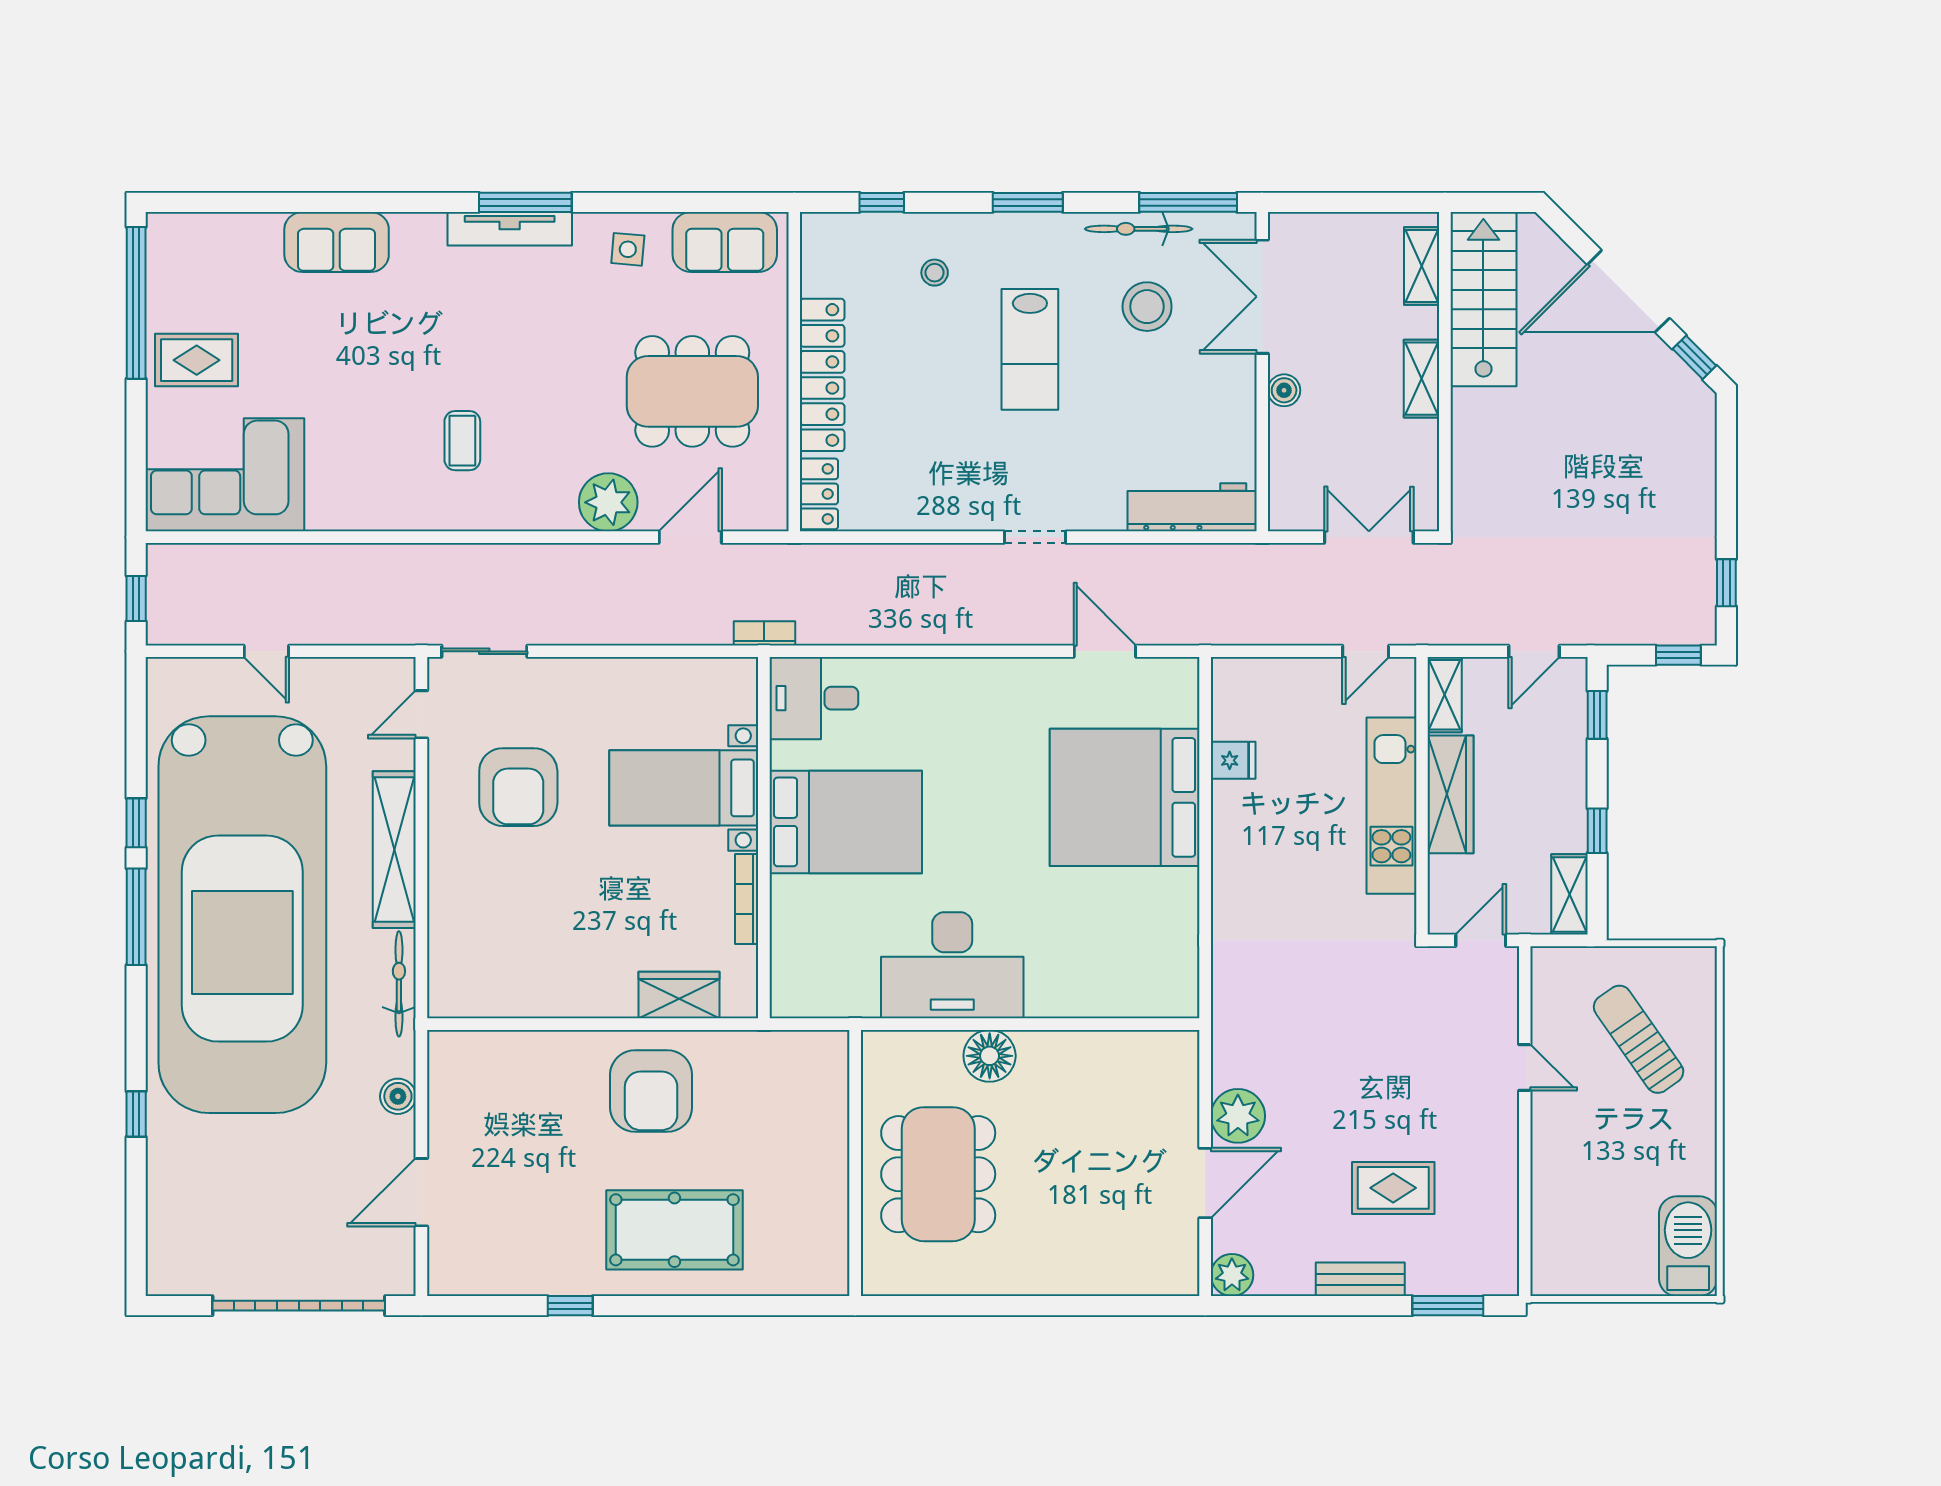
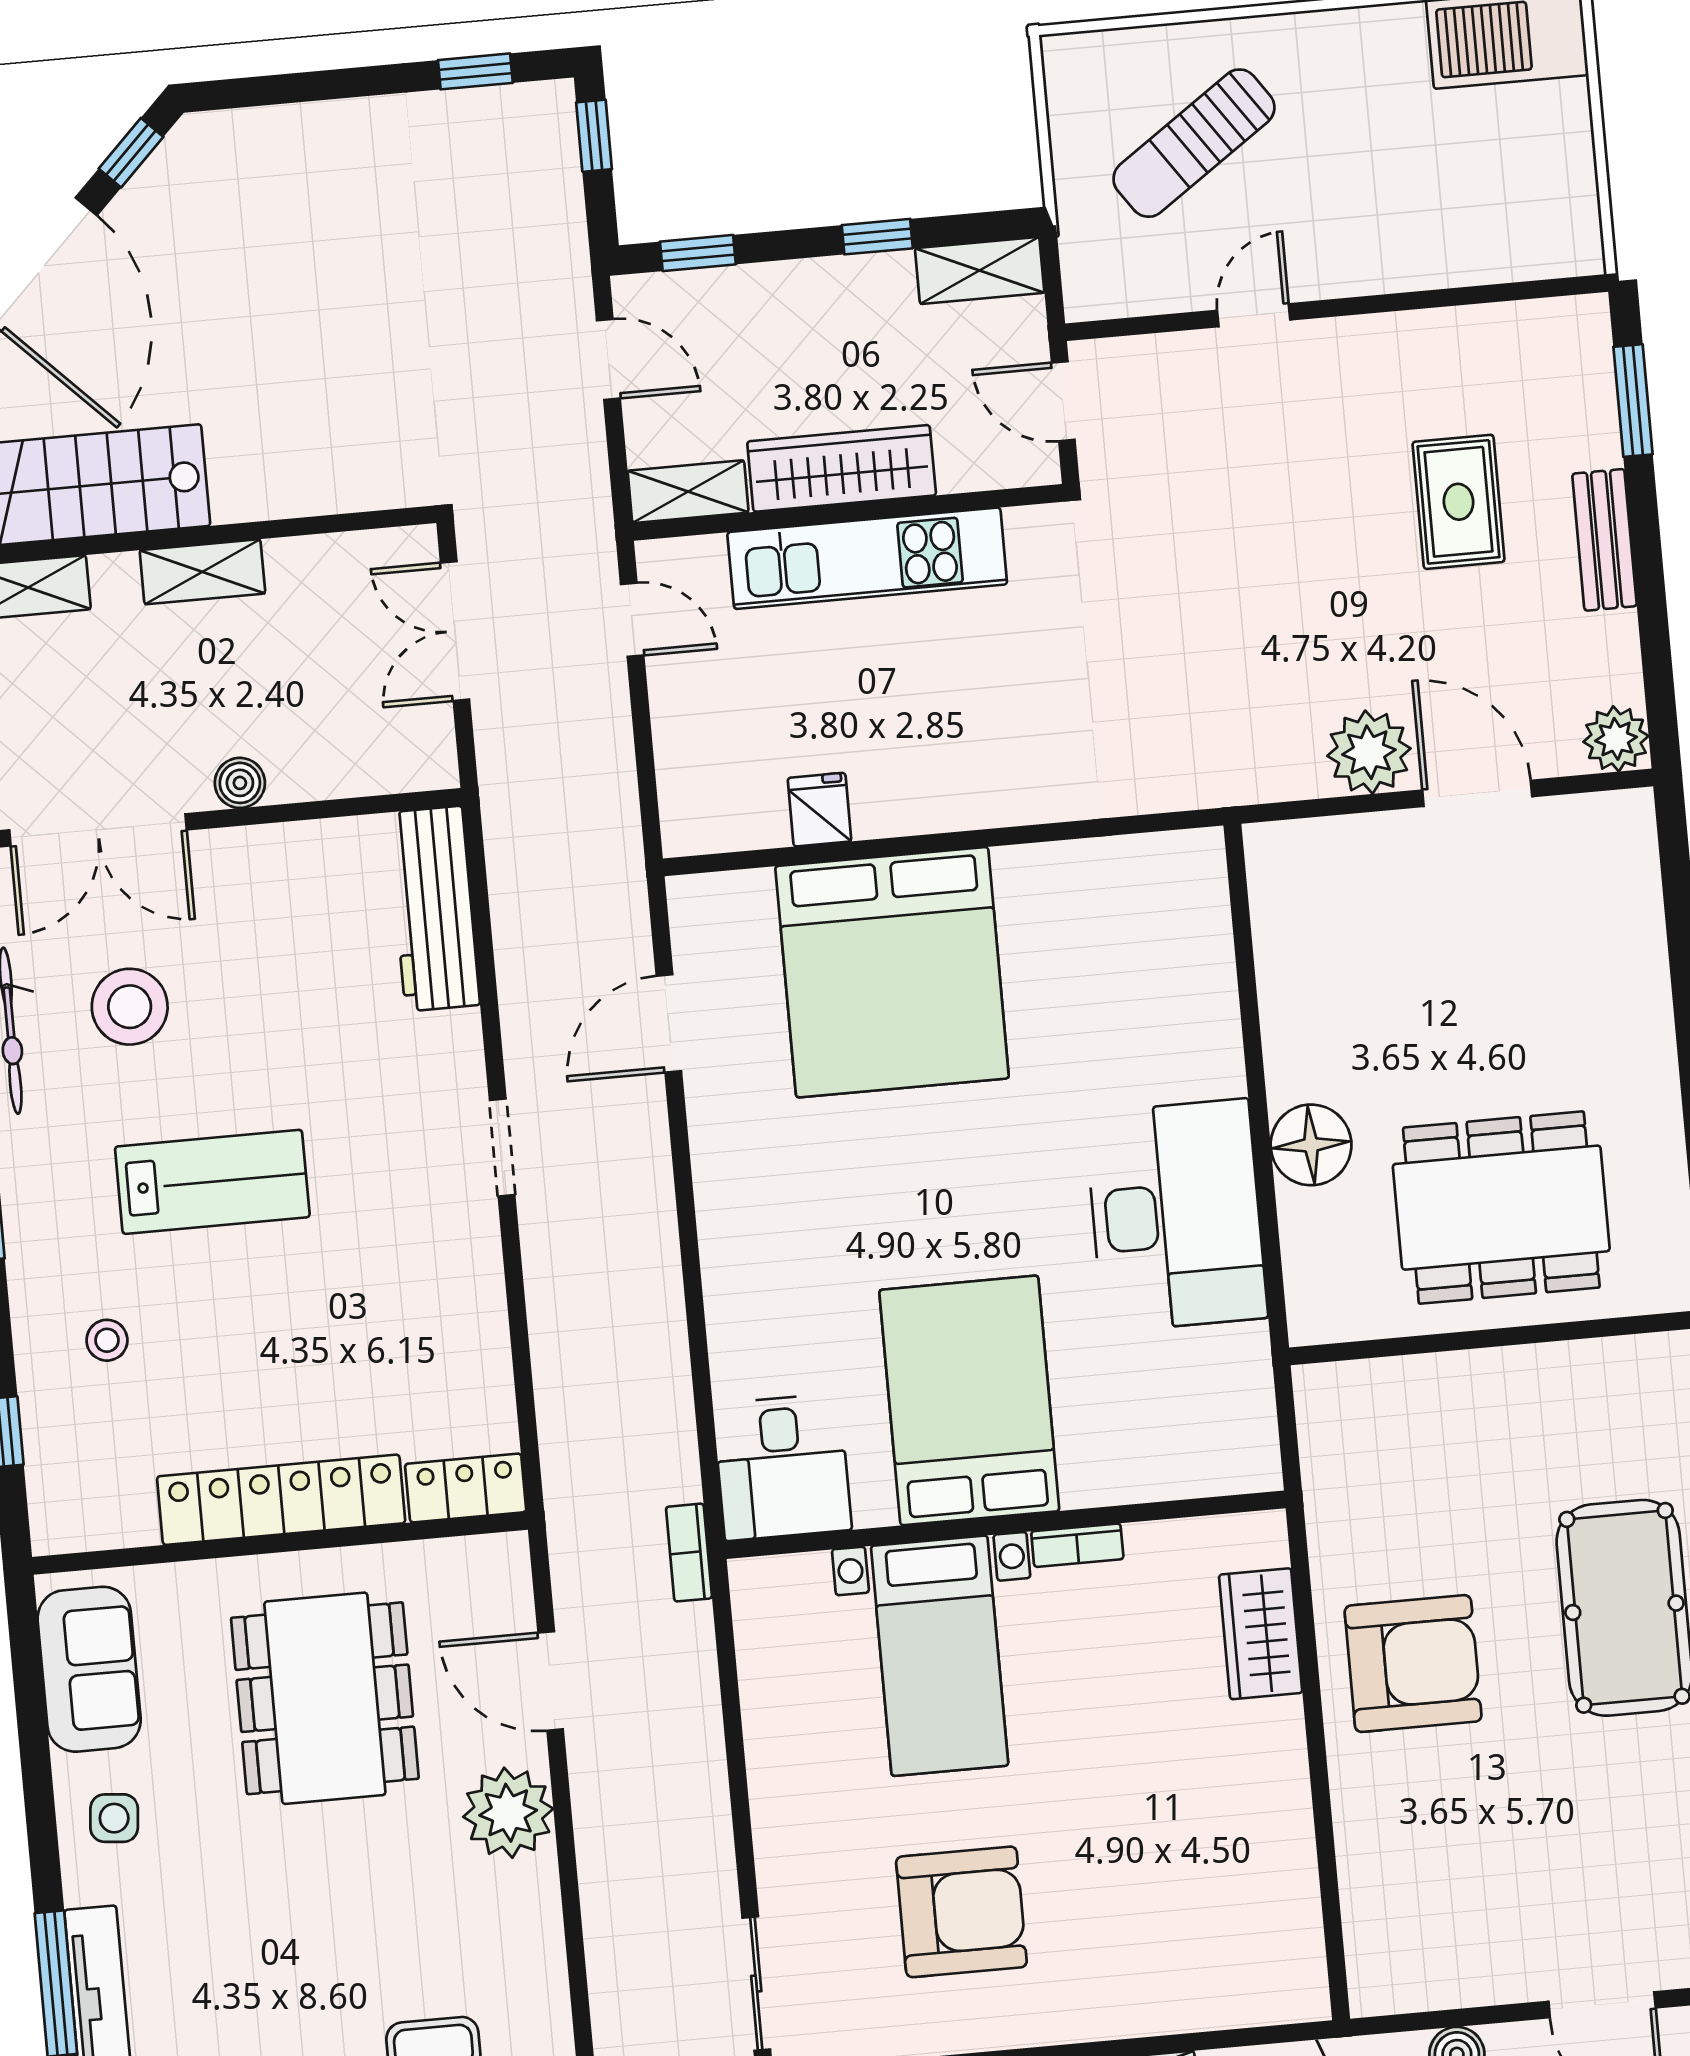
bookcase: (747, 899) -> (1077, 1545), width x0.64

